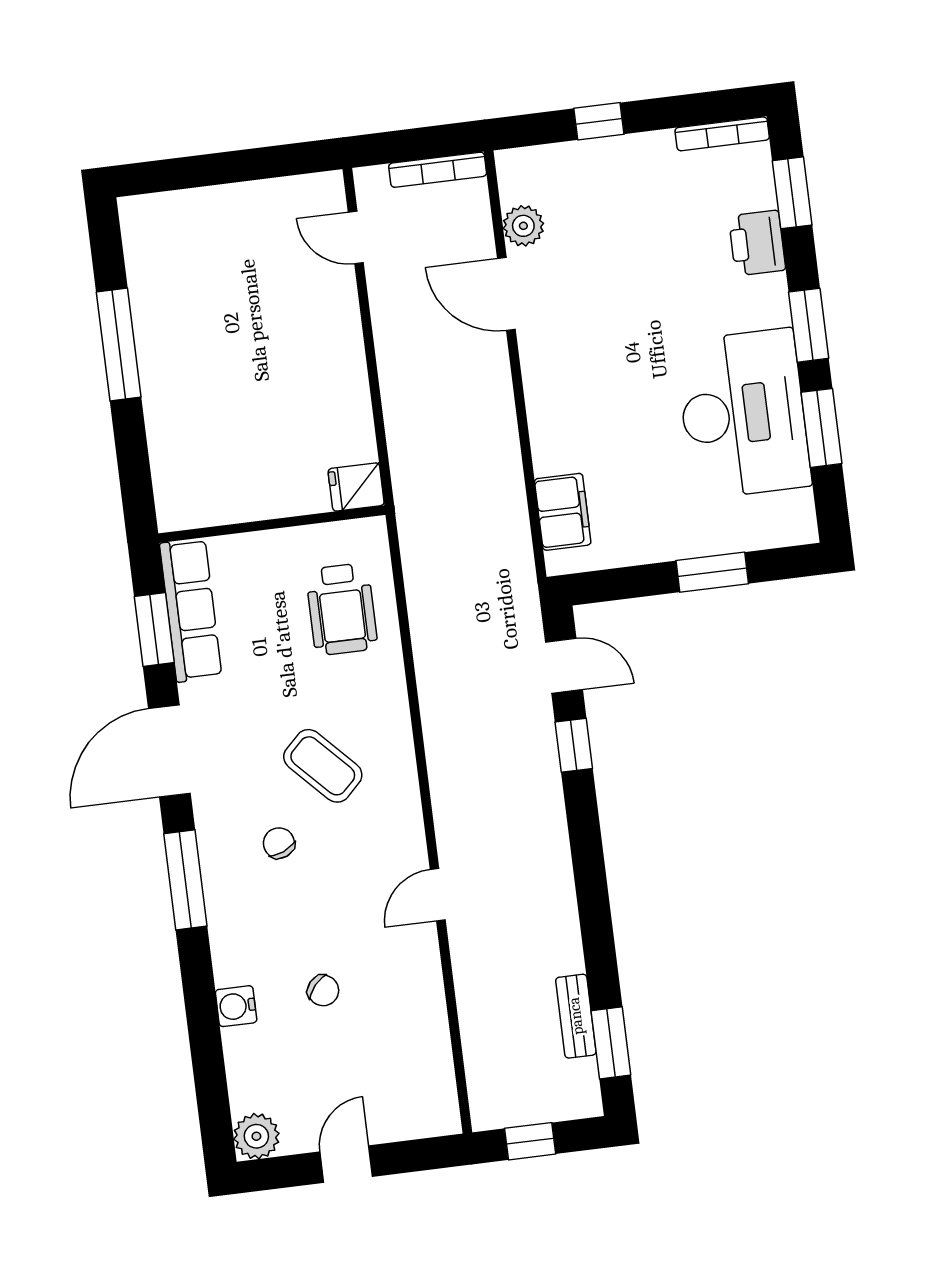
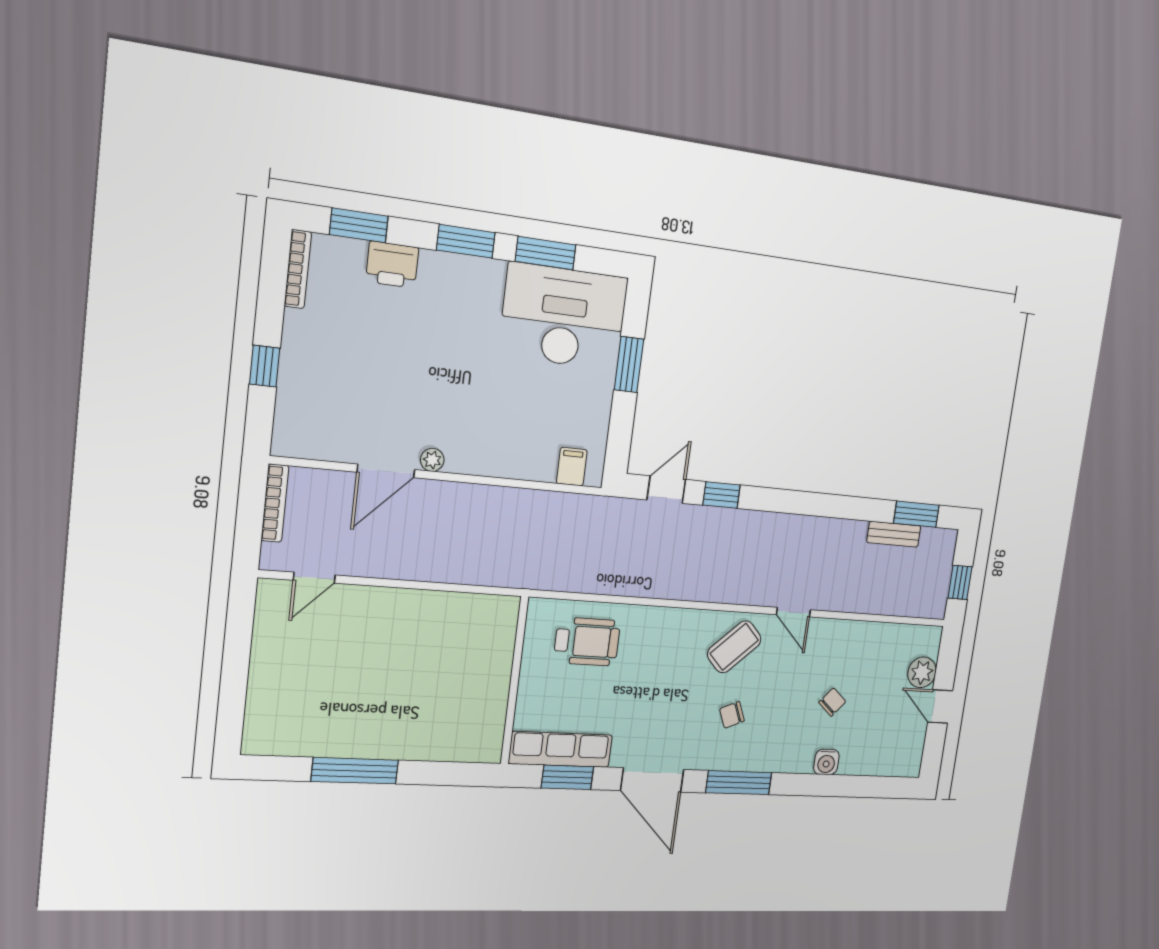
plant: (523, 226) -> (432, 460), moved, width x0.73, depth x0.73
desk: (743, 414) -> (563, 317), moved
fridge: (356, 487) -> (503, 614), removed
filing cabinet: (563, 512) -> (572, 467), width x0.50
coffee table: (323, 766) -> (734, 647), moved
plant: (256, 1136) -> (922, 672), moved

